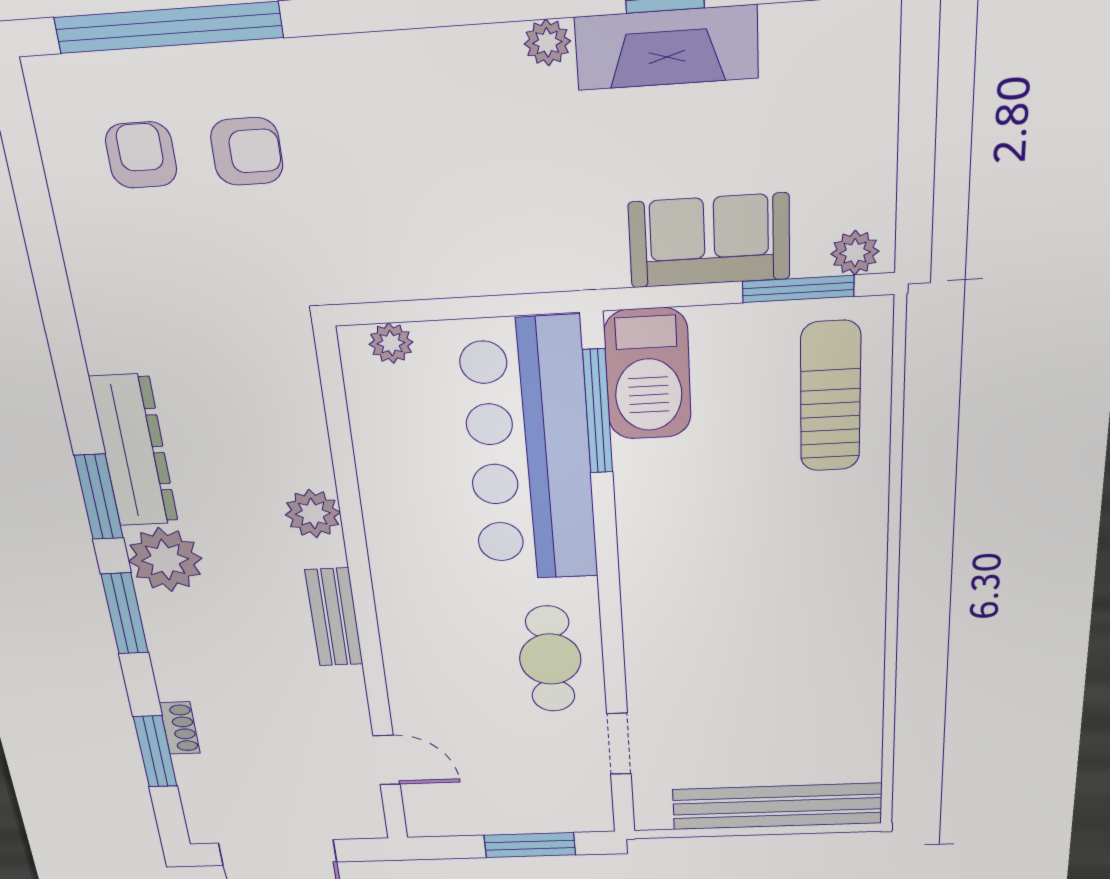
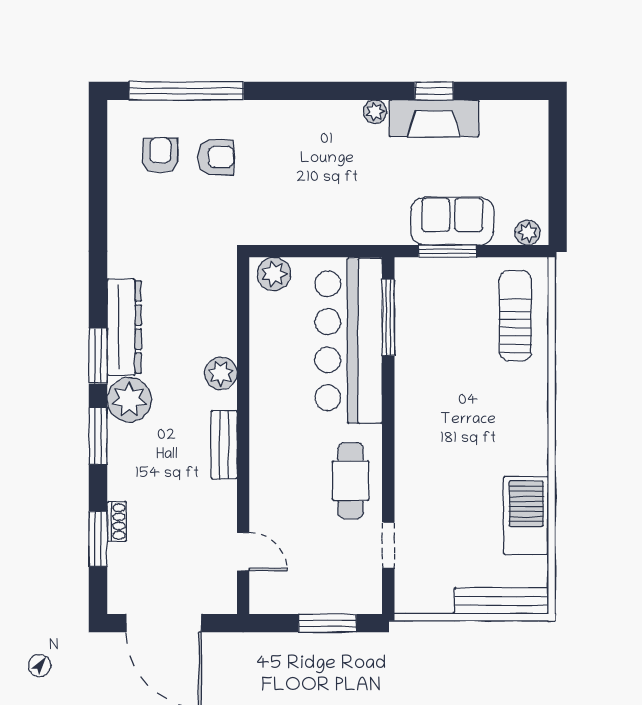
window: (798, 289) -> (448, 251), moved
plant: (391, 343) -> (274, 274), width x1.38, depth x1.38
barbecue: (648, 374) -> (526, 515), moved, turned 180
bench: (777, 806) -> (501, 601), width x0.73, depth x0.82

